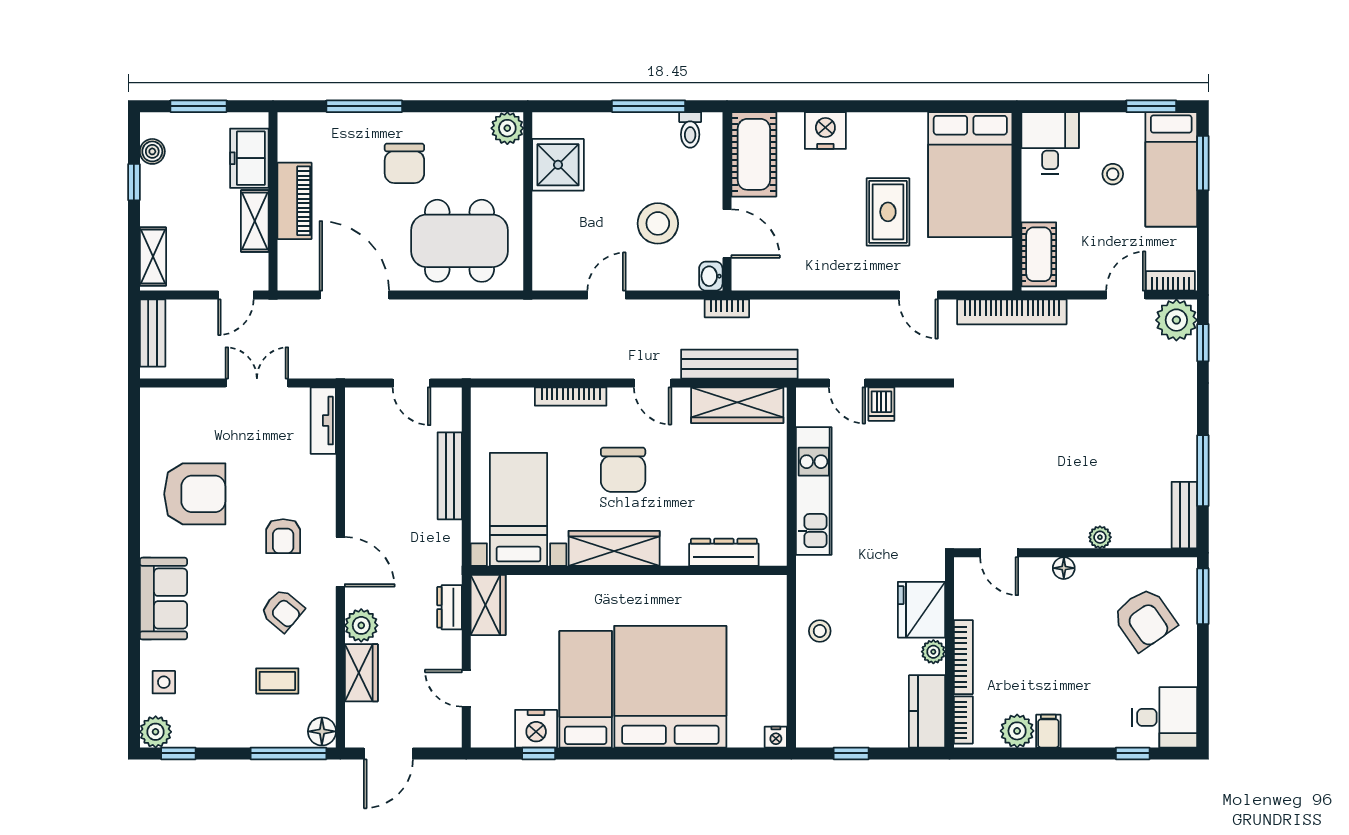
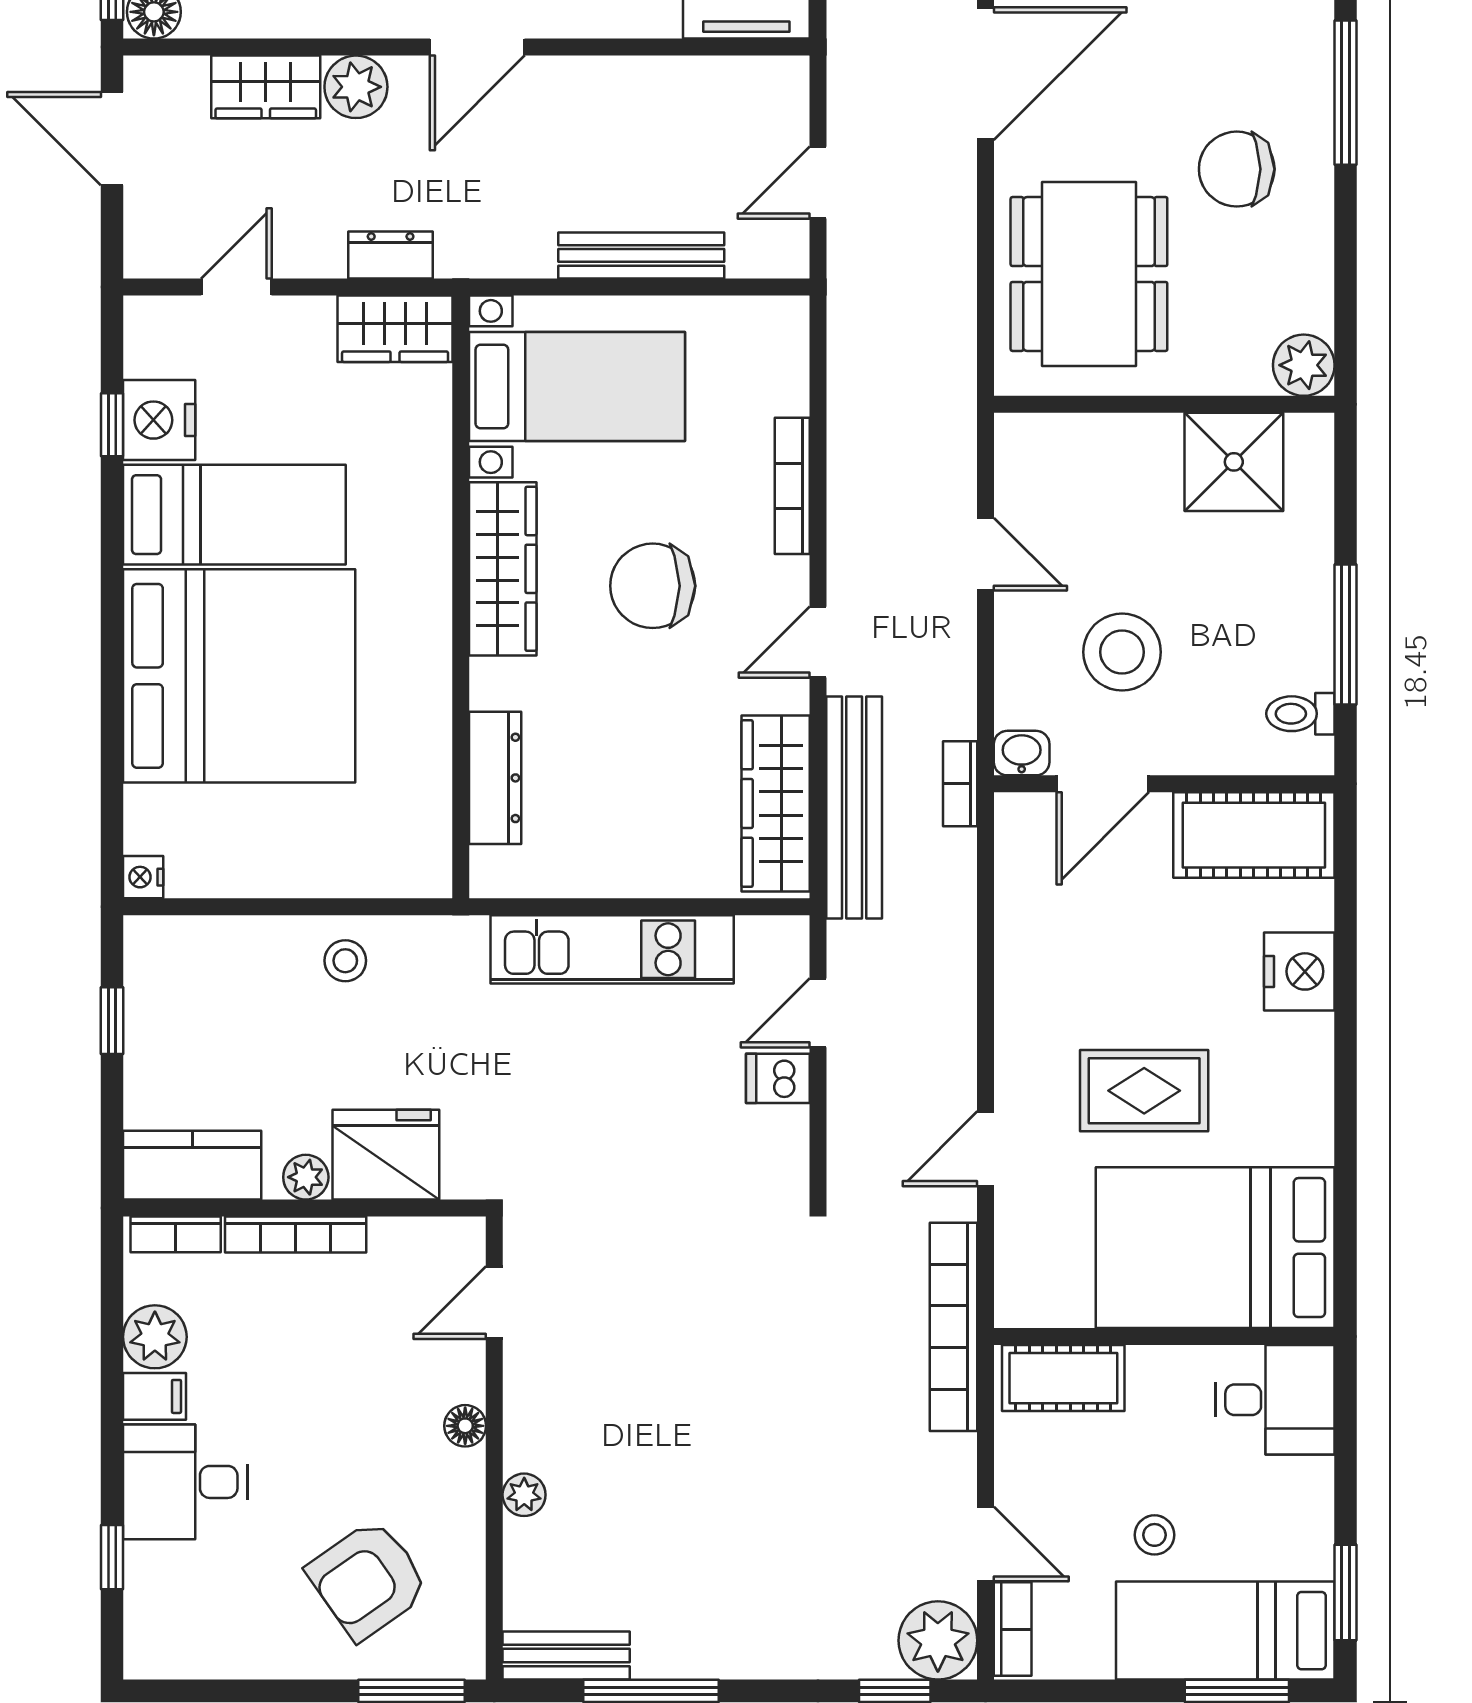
stool: (1113, 174) -> (1155, 1535), moved
desk: (1164, 717) -> (185, 1482), moved, turned 90

